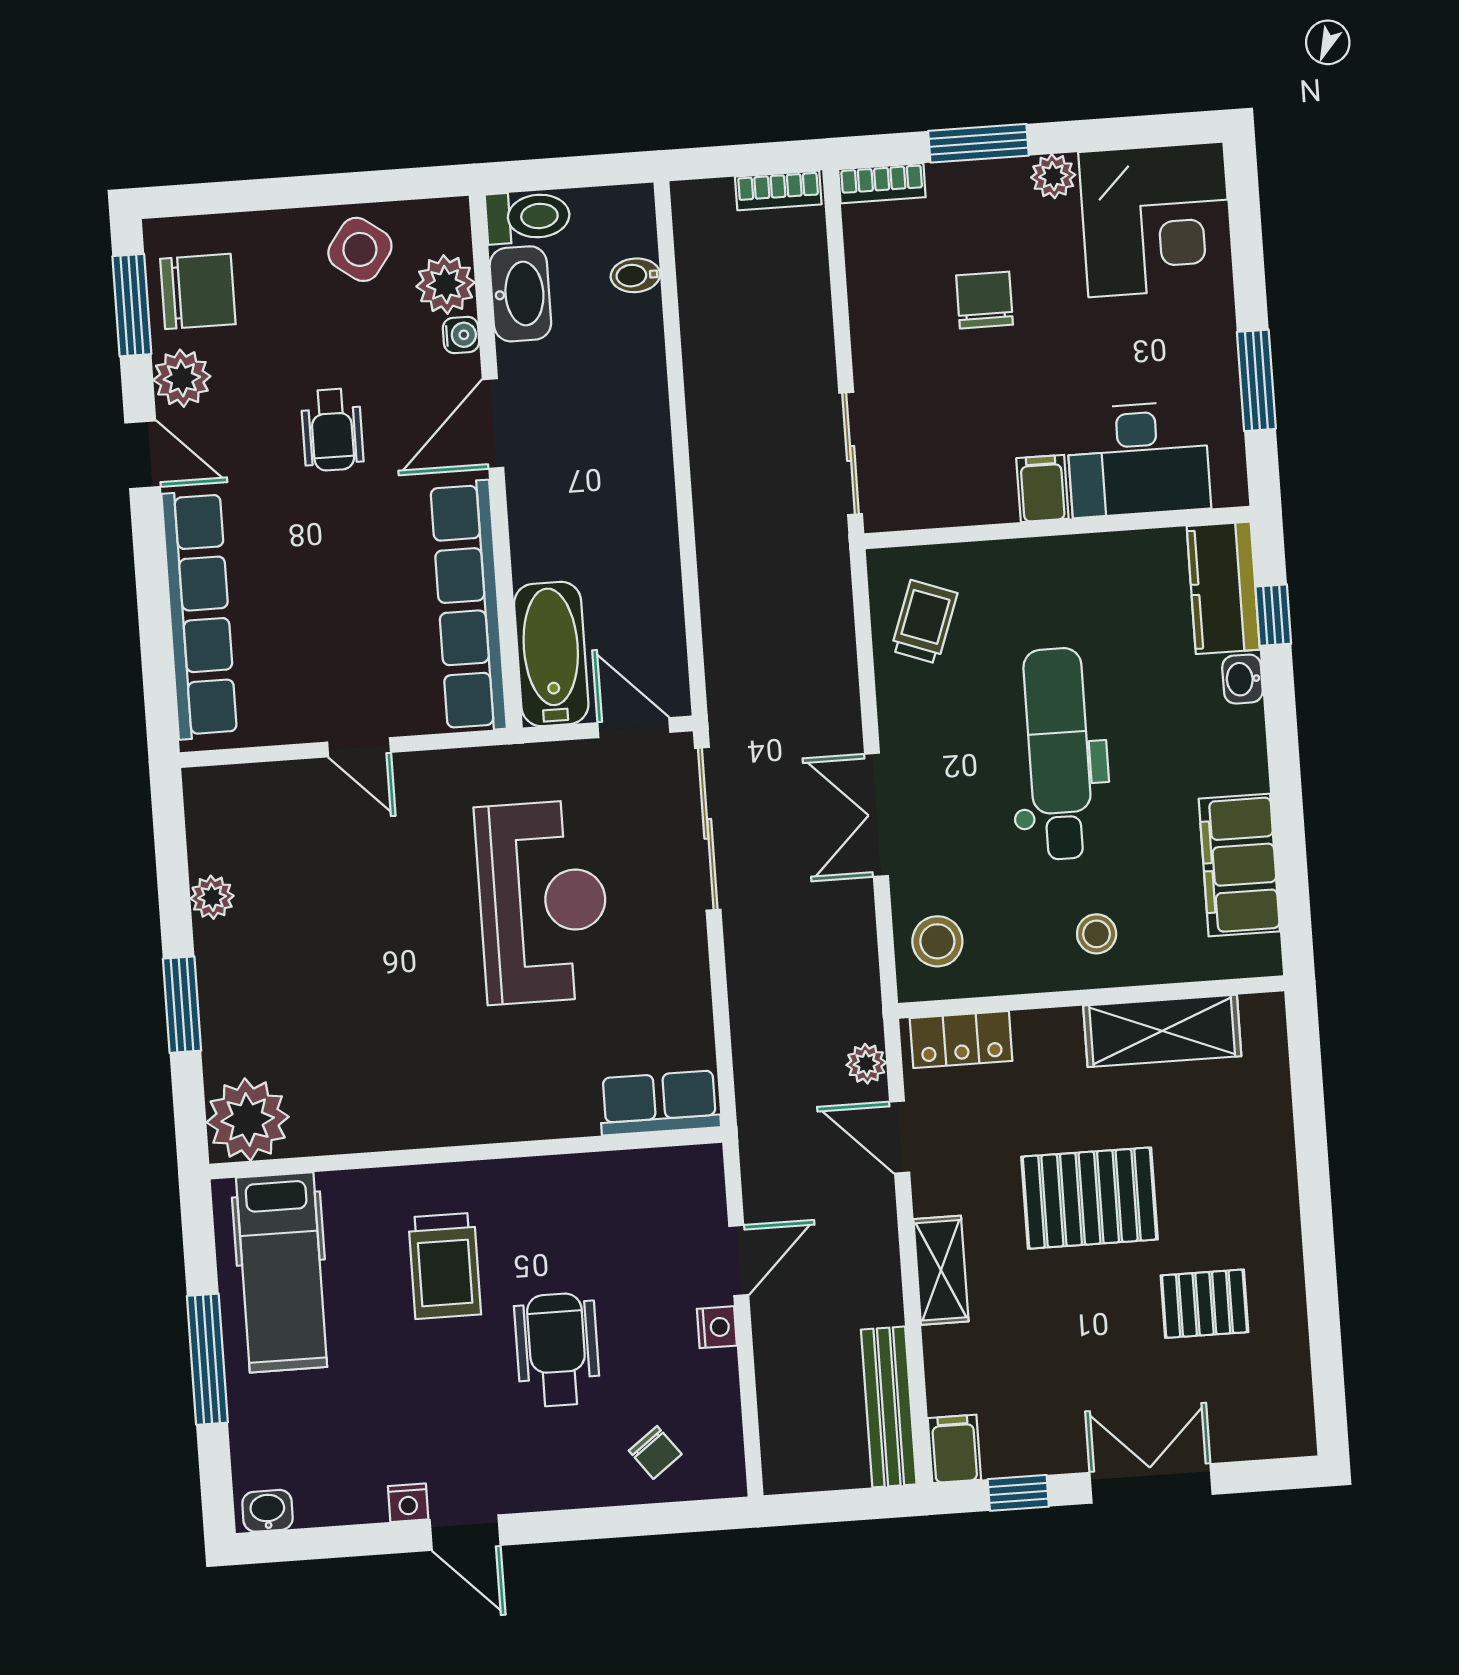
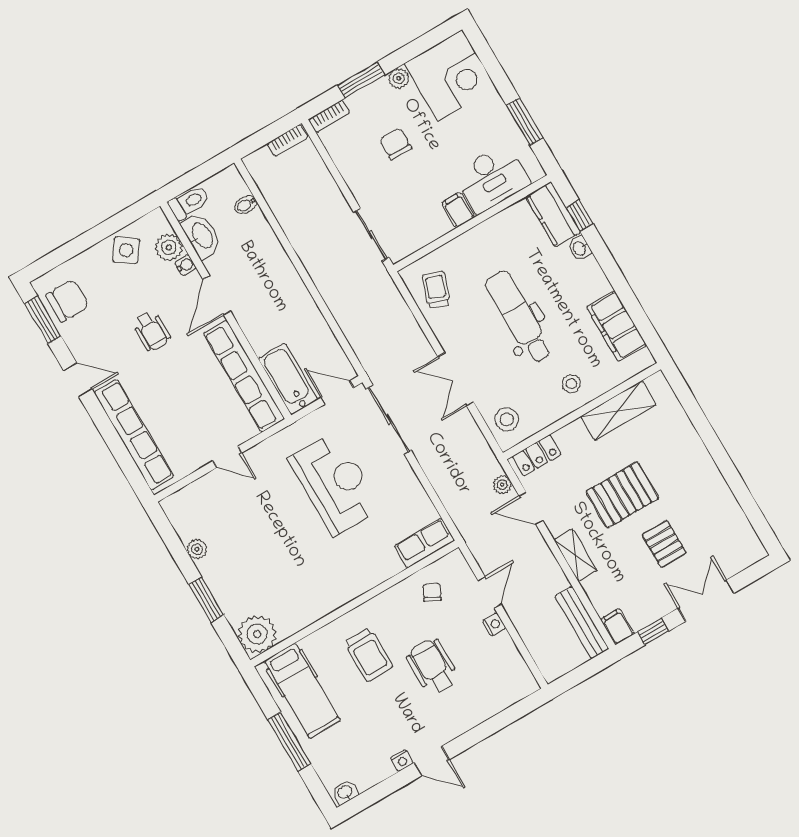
plant: (182, 378) -> (78, 340), removed
pallet: (1204, 1304) -> (664, 544), moved, turned 90
chair: (655, 1452) -> (432, 592), moved, turned -116

